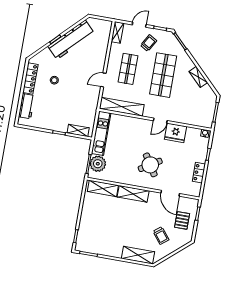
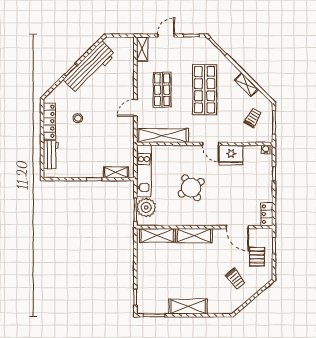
trolley: (149, 43) -> (253, 118), moved
door: (160, 121) -> (211, 144), hinge flipped
round table: (150, 165) -> (191, 188), moved
locker: (199, 173) -> (267, 214), moved
shelving: (138, 255) -> (188, 306), moved

